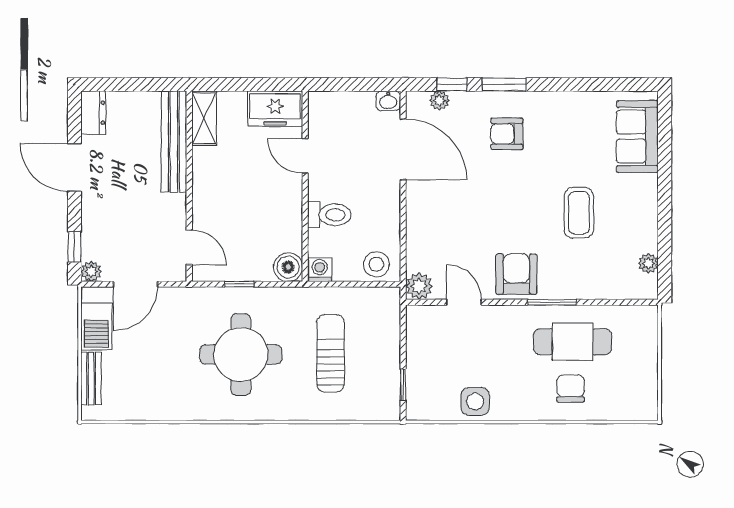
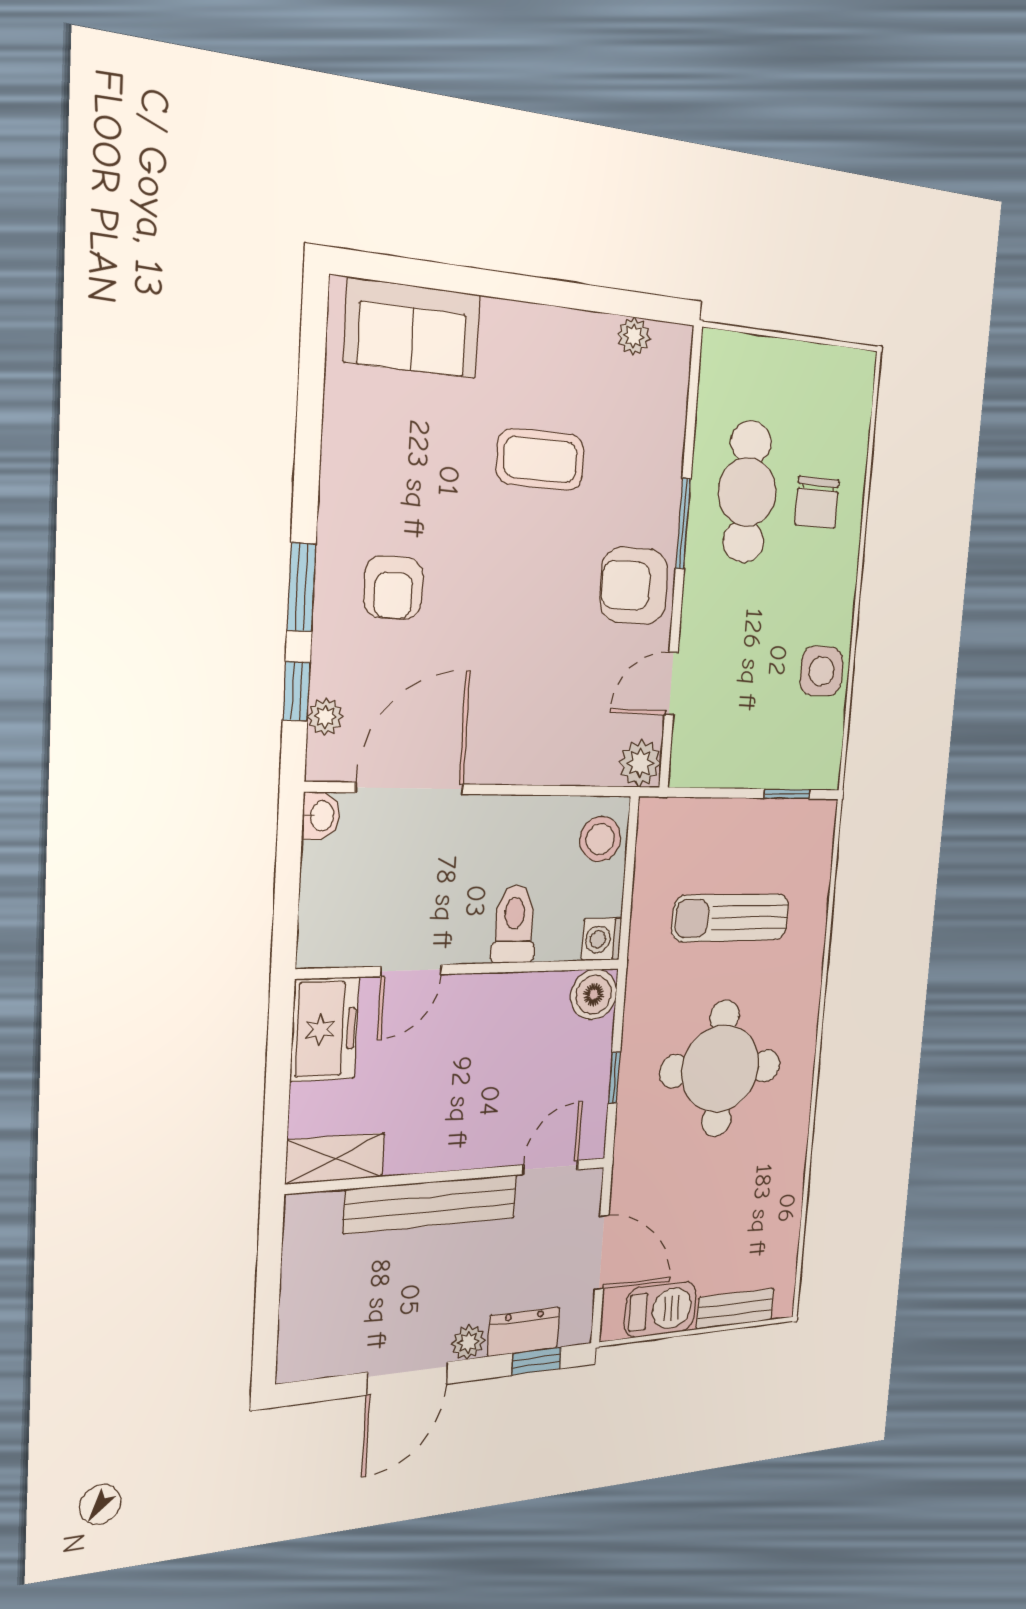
dresser: (93, 113) -> (523, 1332), moved
bench: (174, 142) -> (431, 1204), moved
plant: (91, 271) -> (468, 1342), moved
chair: (571, 388) -> (817, 502), turned -90

